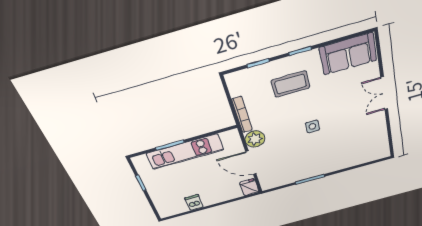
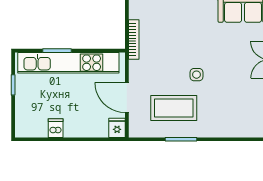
coffee table: (290, 84) -> (174, 108), moved, width x1.36, depth x1.32
plant: (255, 139) -> (138, 70), removed
kitchen unit: (185, 152) -> (68, 63), width x1.36

